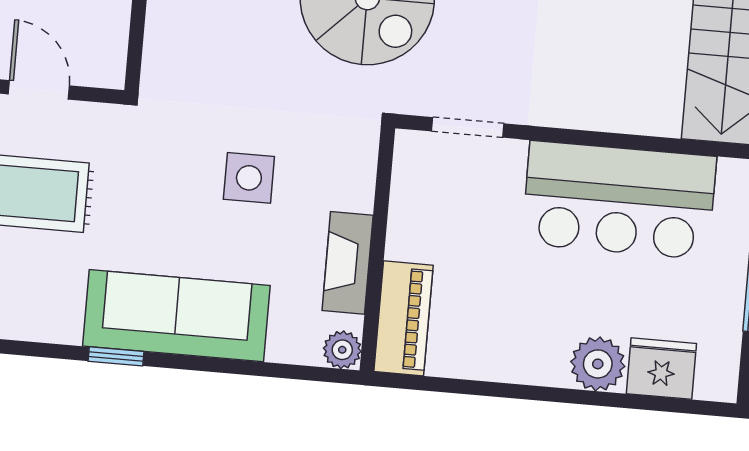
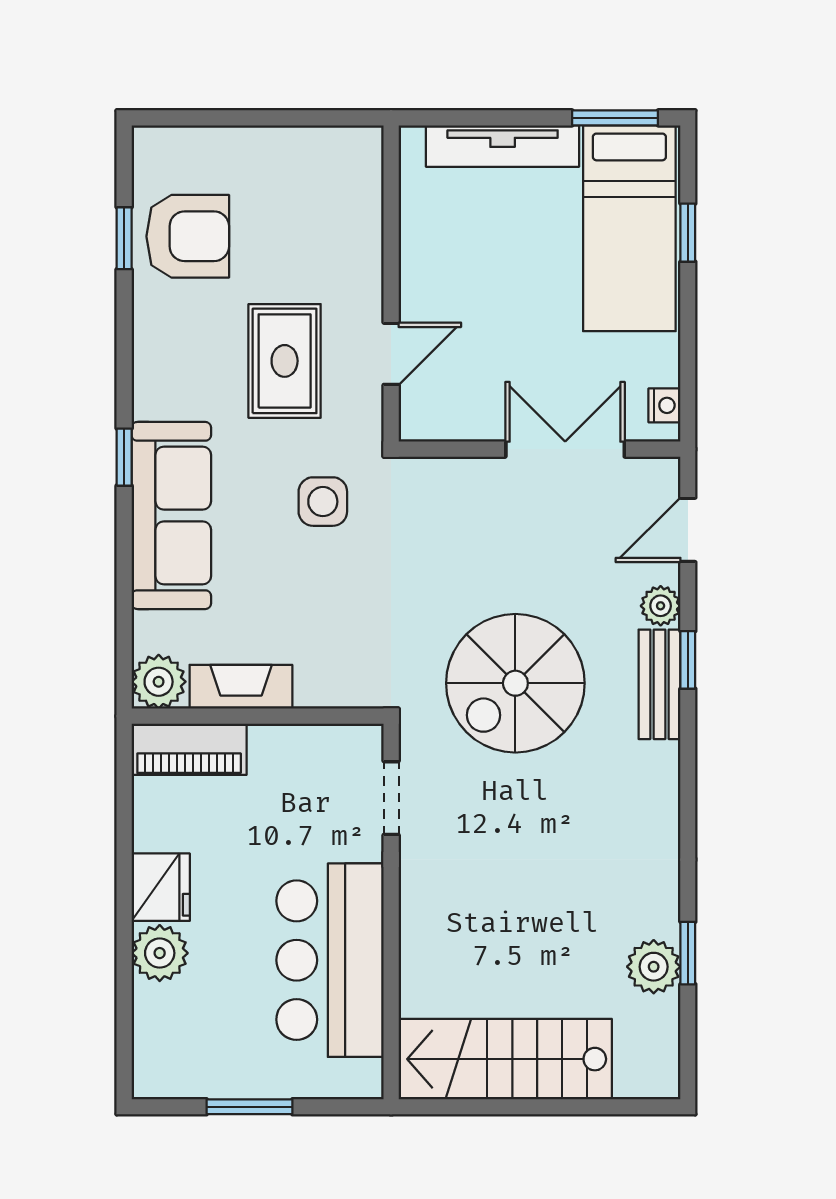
side table: (249, 178) -> (323, 502), moved
plant: (342, 350) -> (159, 682), width x1.38, depth x1.38
fridge: (661, 369) -> (161, 887), moved

